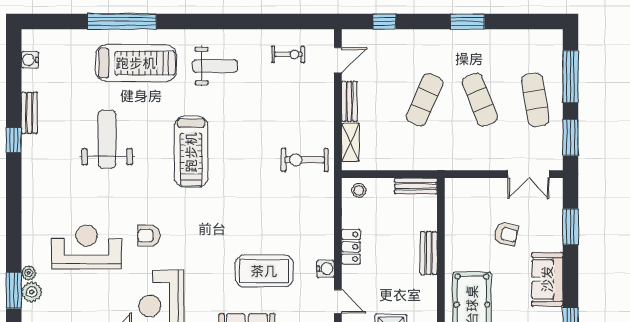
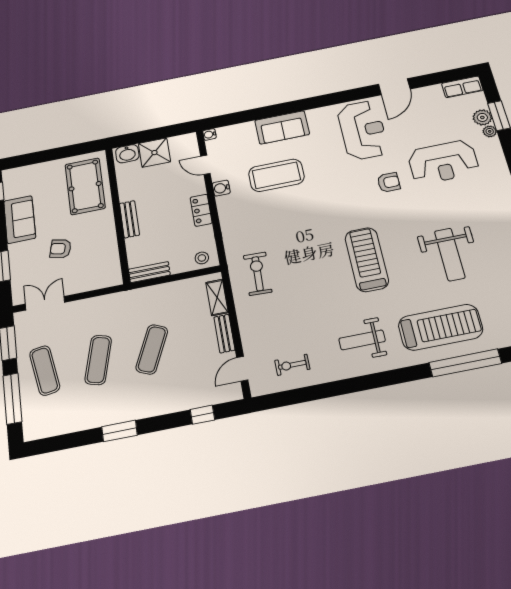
treadmill: (136, 63) -> (440, 327), turned 180
exercise mat: (480, 100) -> (98, 360), turned 36
exercise bike: (305, 160) -> (258, 274), turned -88

